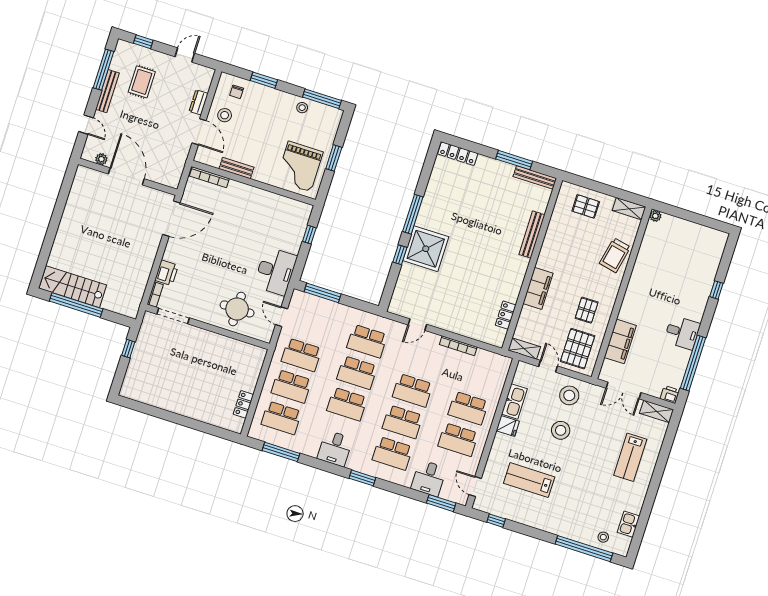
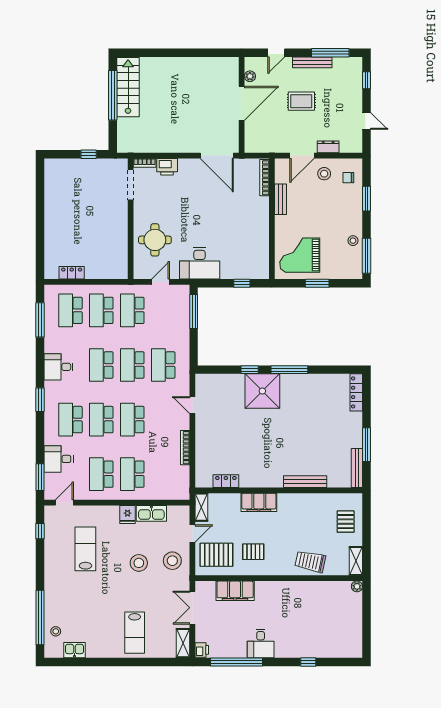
rug: (142, 82) -> (301, 101), moved
lab bench: (630, 457) -> (135, 633), turned -90

